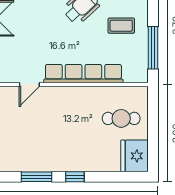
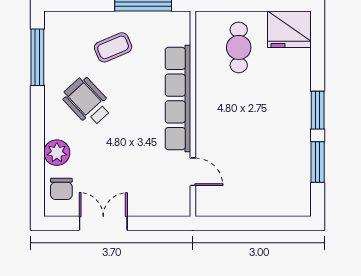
coffee table: (121, 26) -> (113, 47), turned 67
window: (75, 177) -> (318, 110), width x1.50

